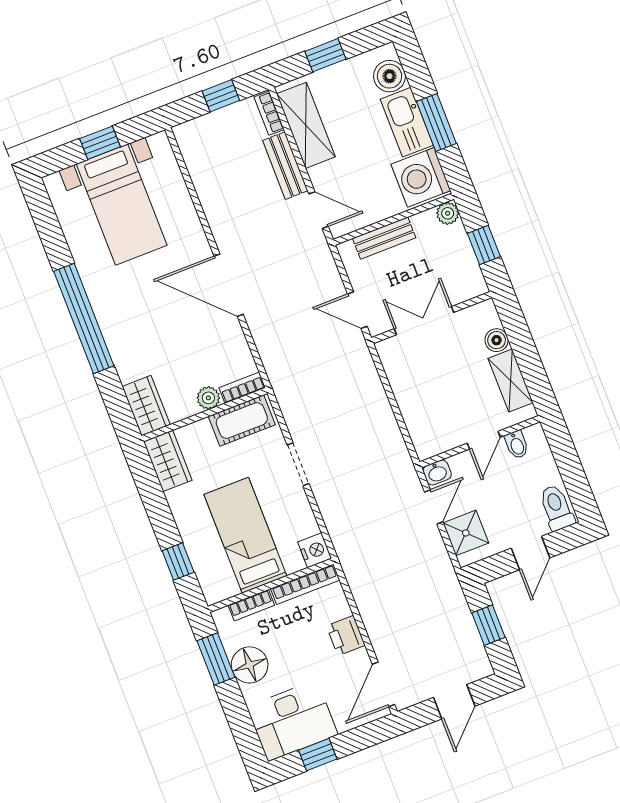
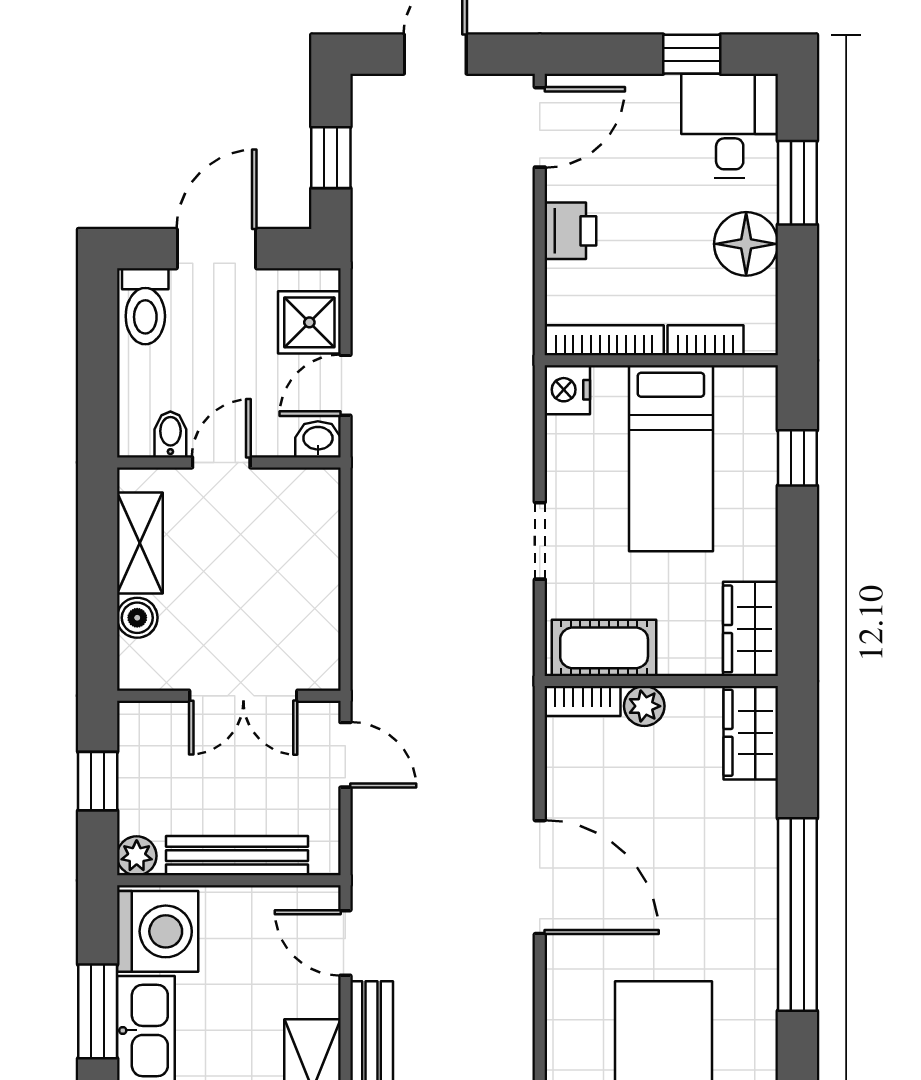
bench: (384, 238) -> (237, 856), width x1.36
door: (531, 553) -> (217, 249), width x1.38
window: (216, 659) -> (797, 183), moved
desk: (292, 721) -> (730, 126), width x0.73

